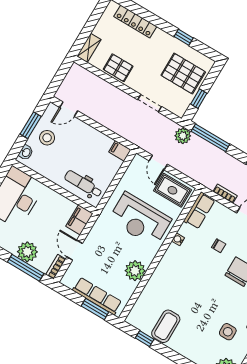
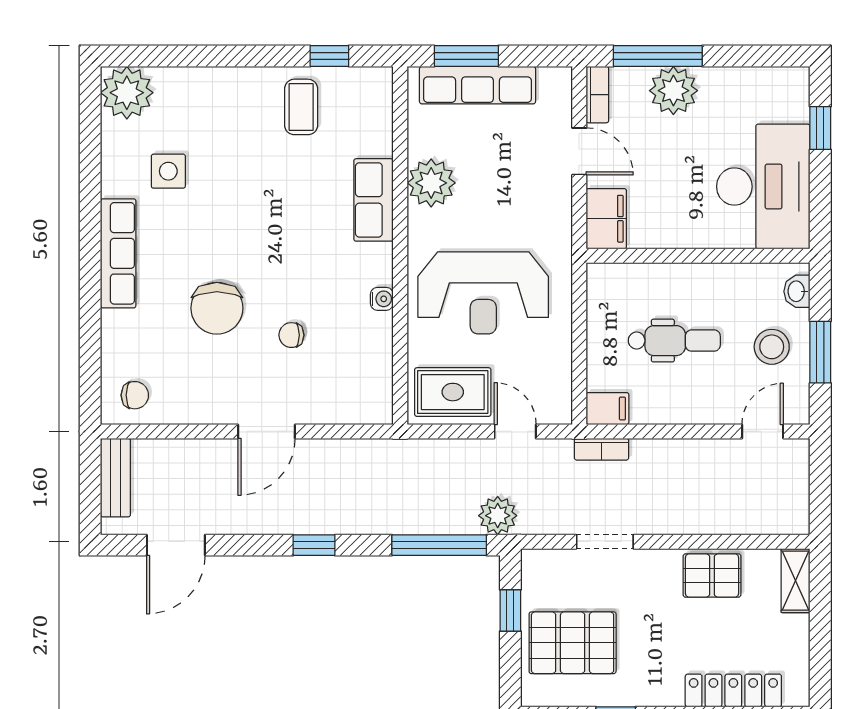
dental chair: (83, 184) -> (674, 341), moved
bookcase: (225, 194) -> (602, 449), moved
row of seats: (199, 211) -> (374, 200), moved
reception desk: (140, 220) -> (483, 293), turned 180
coffee table: (166, 326) -> (301, 107), width x0.73, depth x0.77

